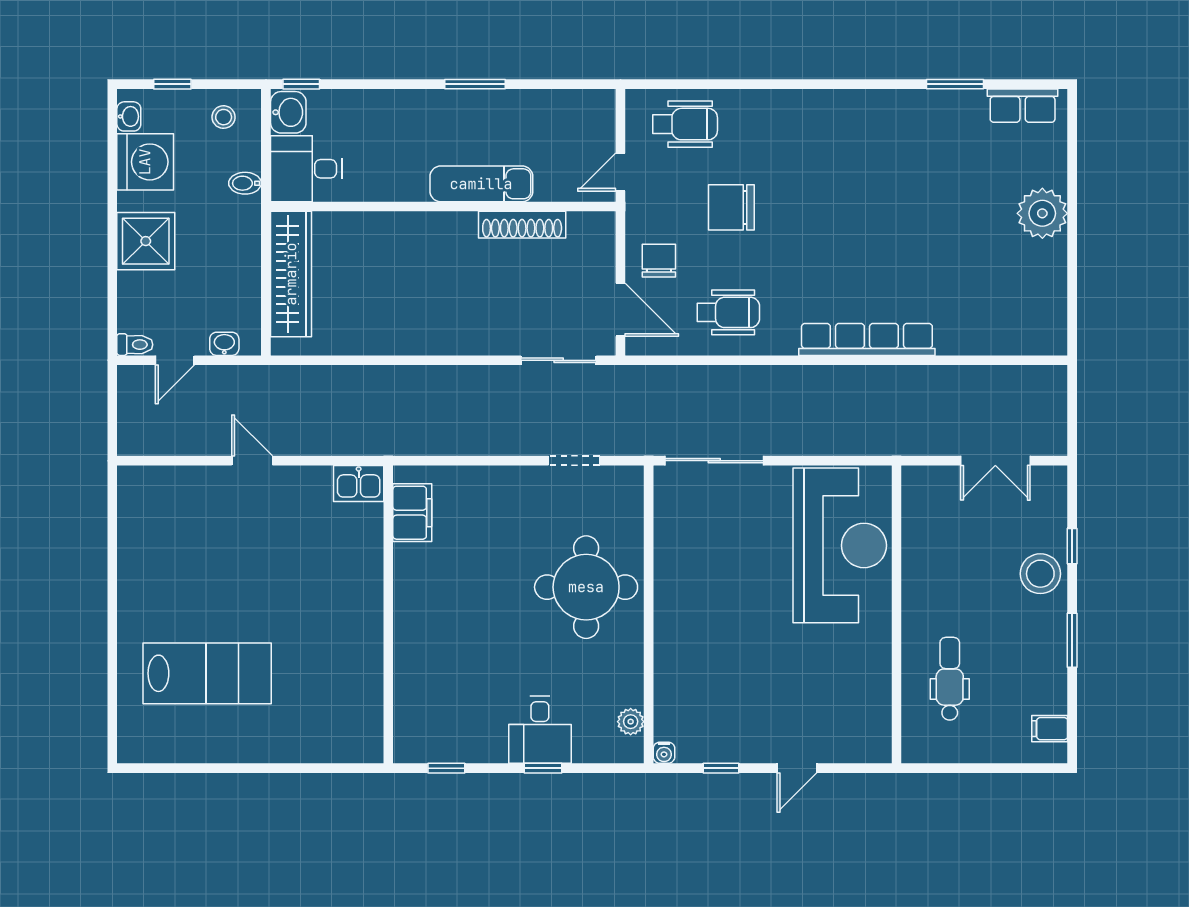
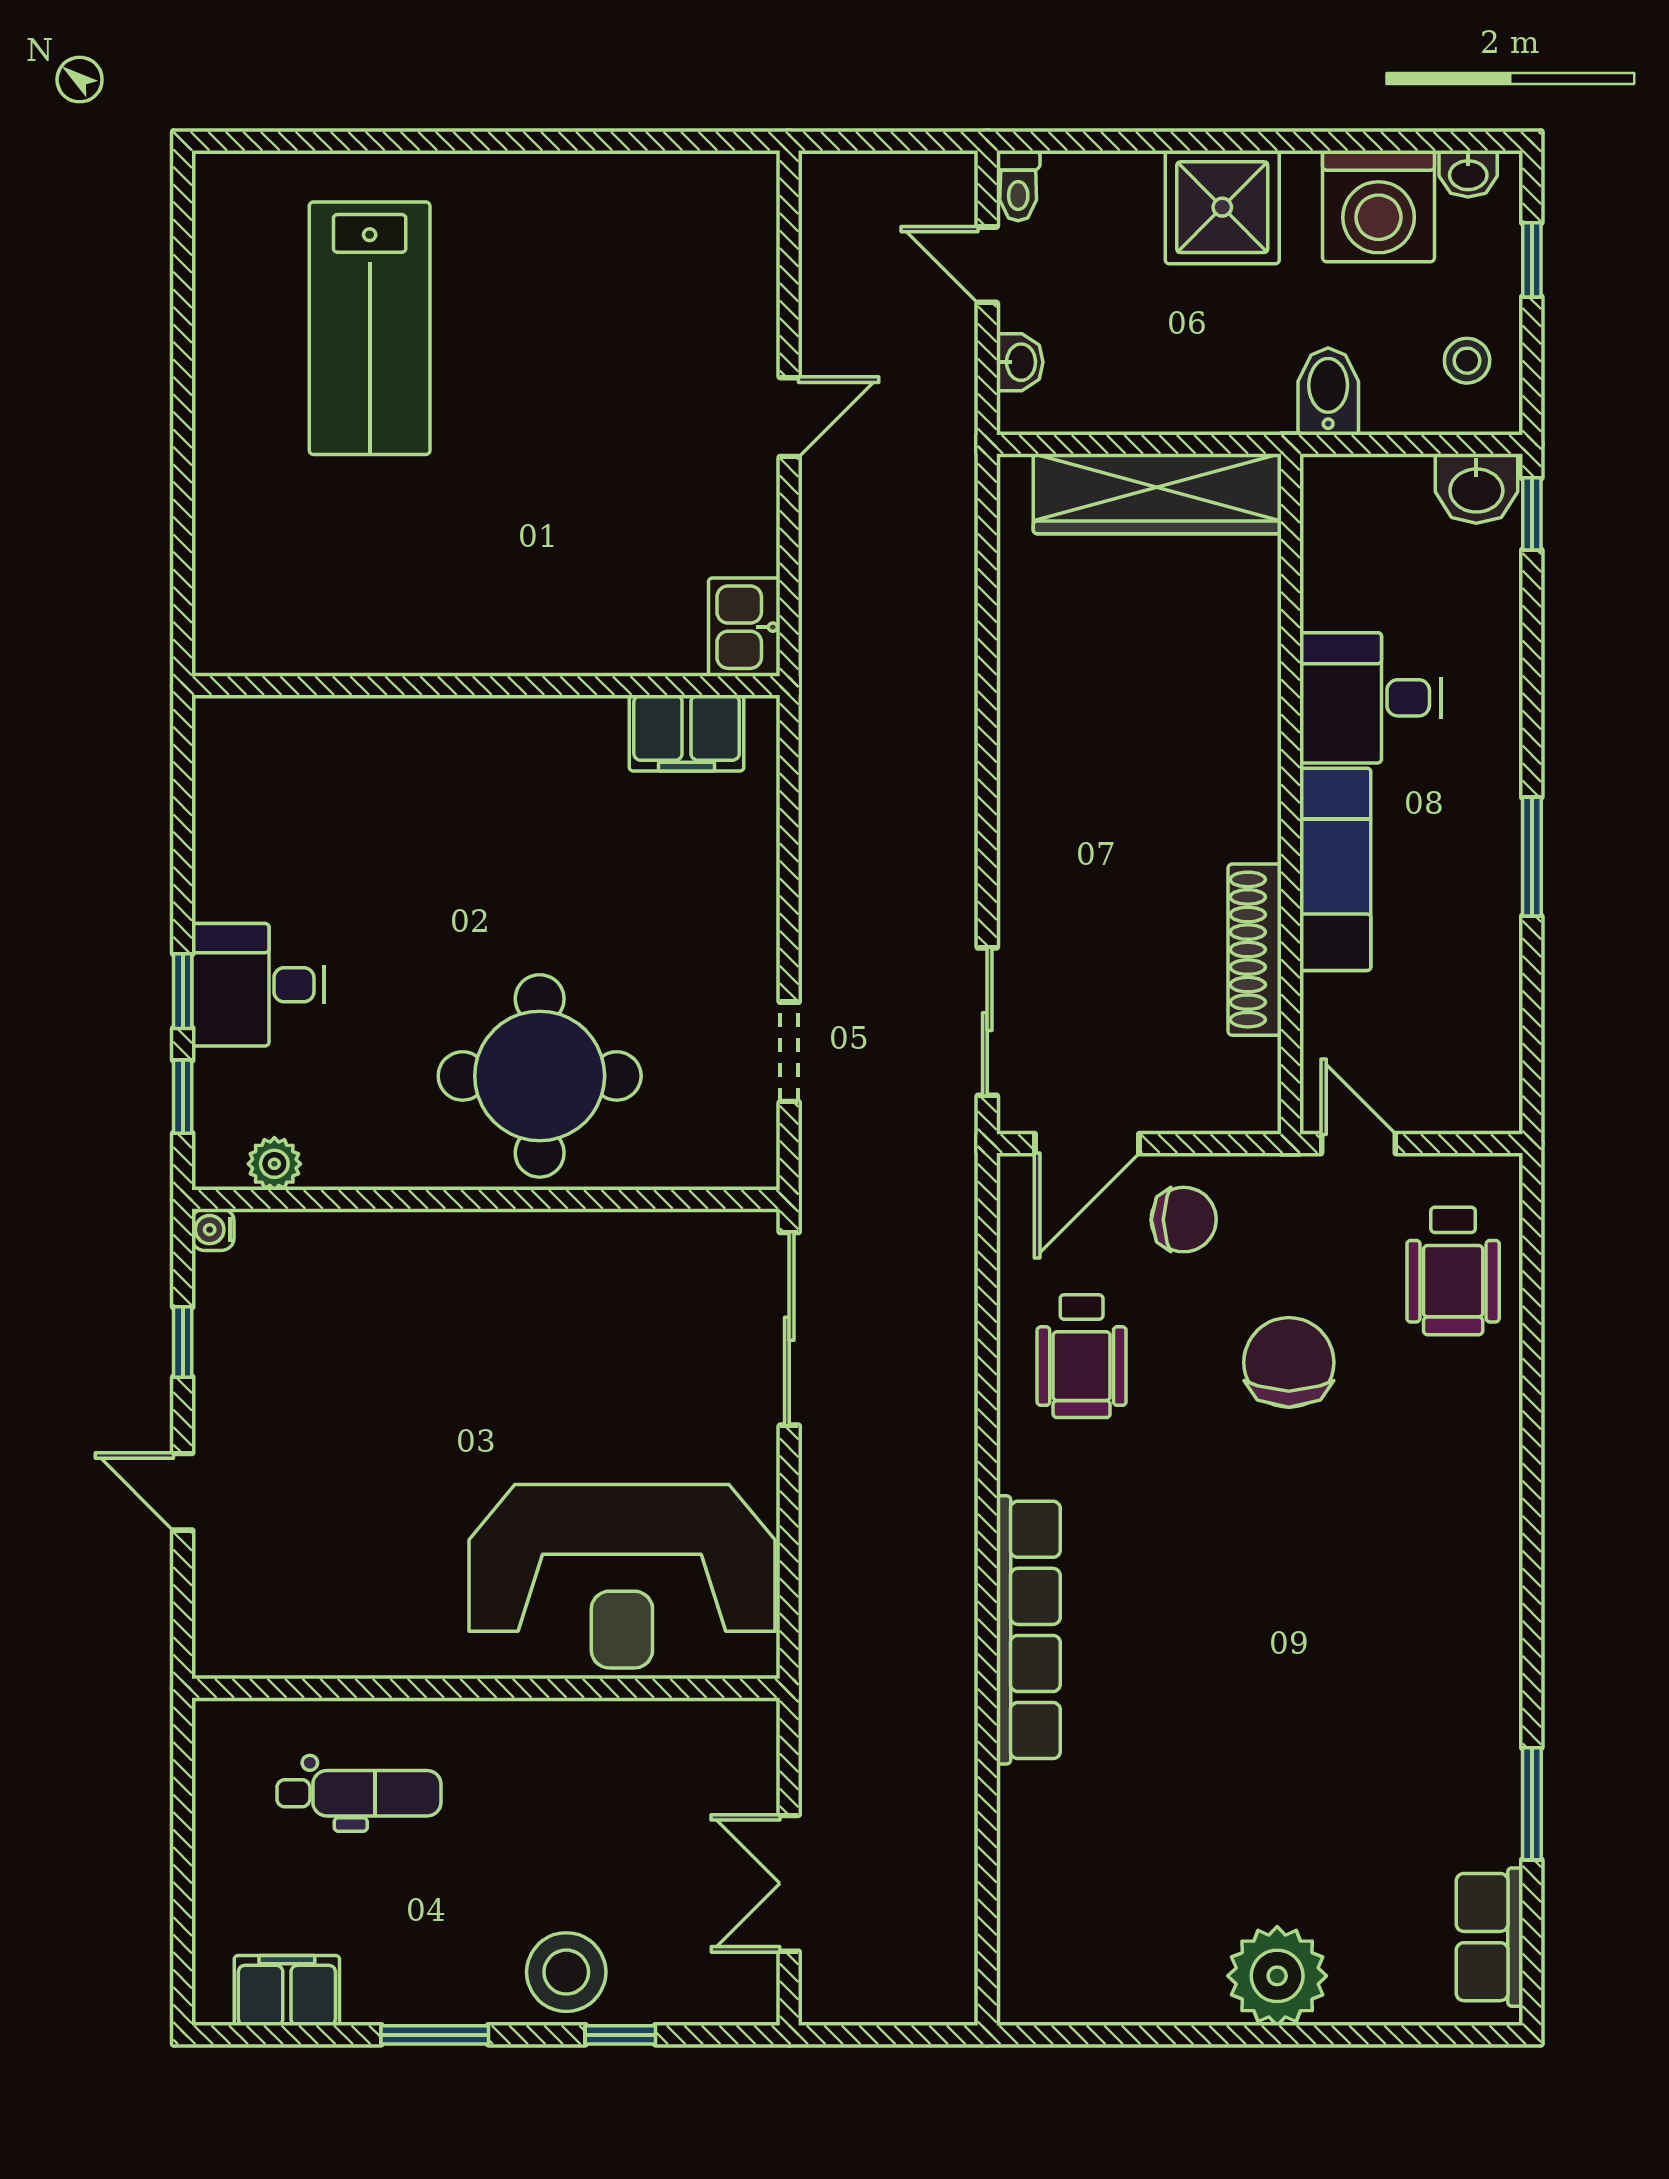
desk: (306, 169) -> (1370, 698), moved, turned -90
bidet: (245, 183) -> (1328, 391), width x1.38, depth x1.36
filing cabinet: (1050, 729) -> (287, 1990), width x2.00
window: (446, 768) -> (183, 1097), moved

